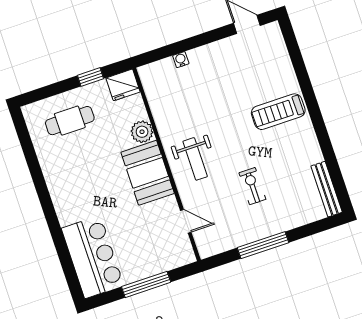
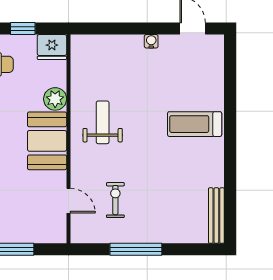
water cooler: (181, 60) -> (151, 41), moved
weight bench: (195, 159) -> (103, 122), moved, turned 180
exercise bike: (252, 186) -> (115, 200), moved

